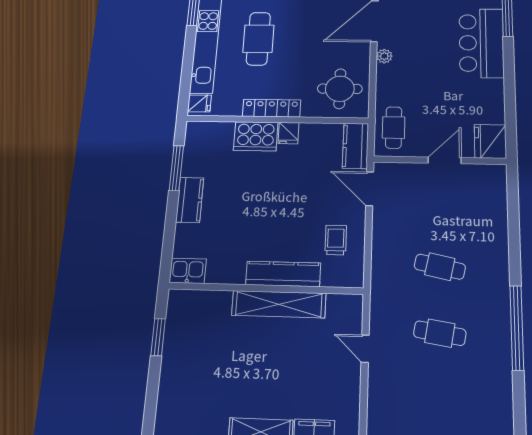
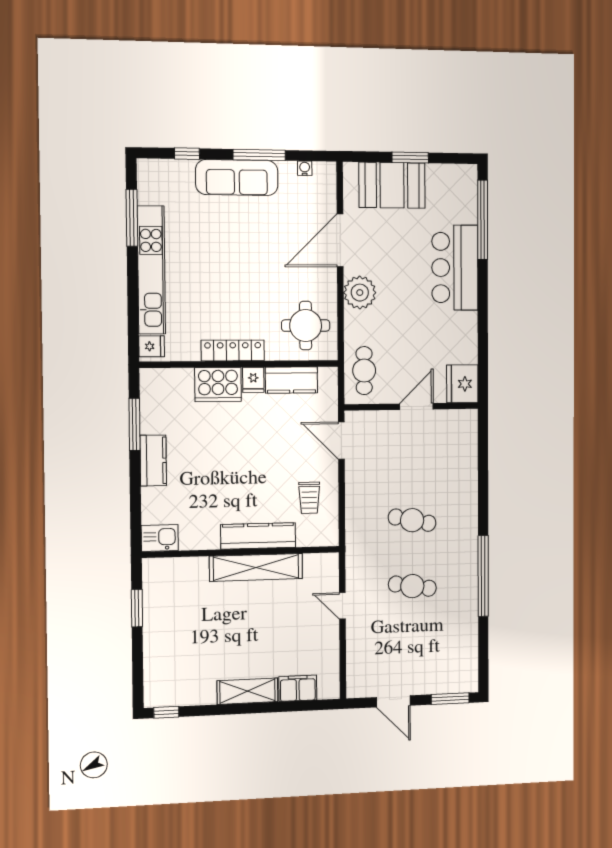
cafe table: (258, 39) -> (211, 263), removed
plant: (384, 56) -> (360, 293), width x1.88, depth x1.88
kitchen counter: (356, 146) -> (291, 380), moved, turned -90
trolley: (336, 240) -> (309, 498), turned 180

